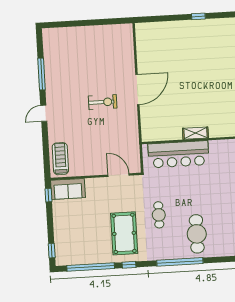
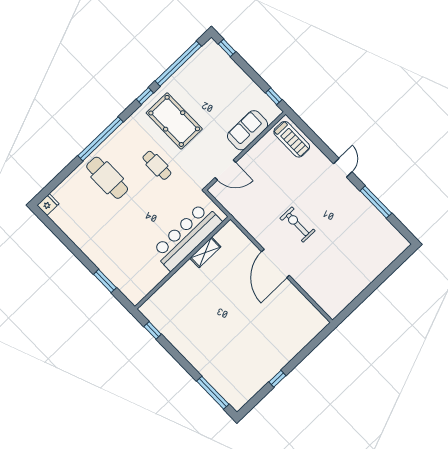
exercise bike: (103, 102) -> (298, 225), turned 90
shelving: (195, 133) -> (205, 252), moved
sofa: (68, 189) -> (248, 130), moved

